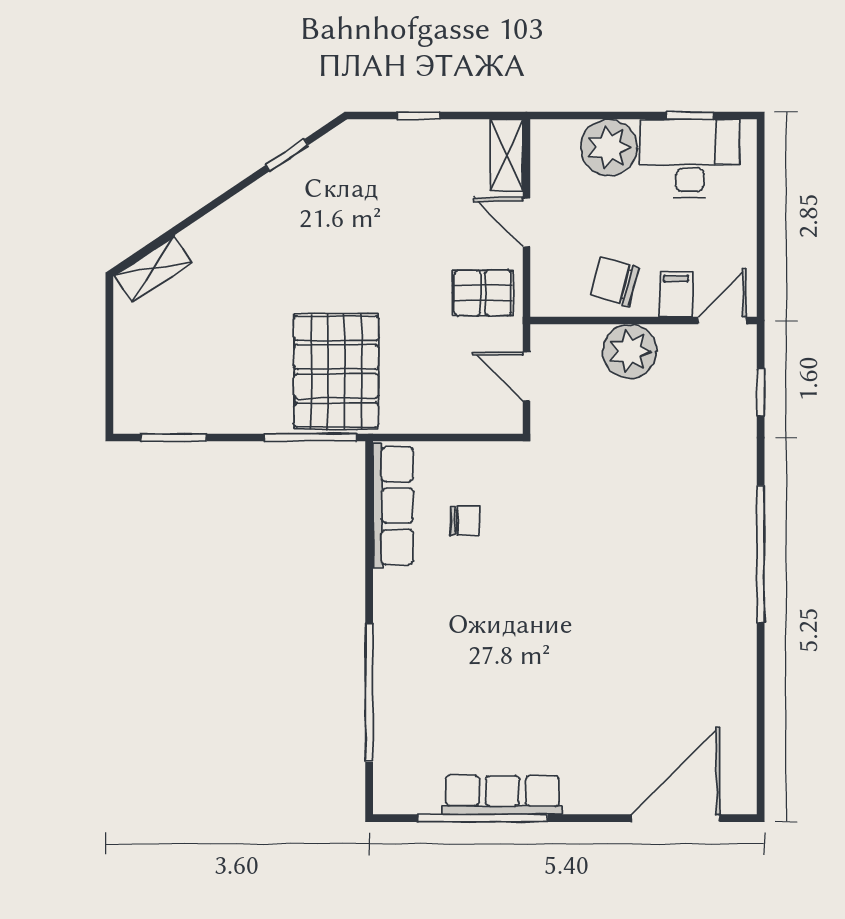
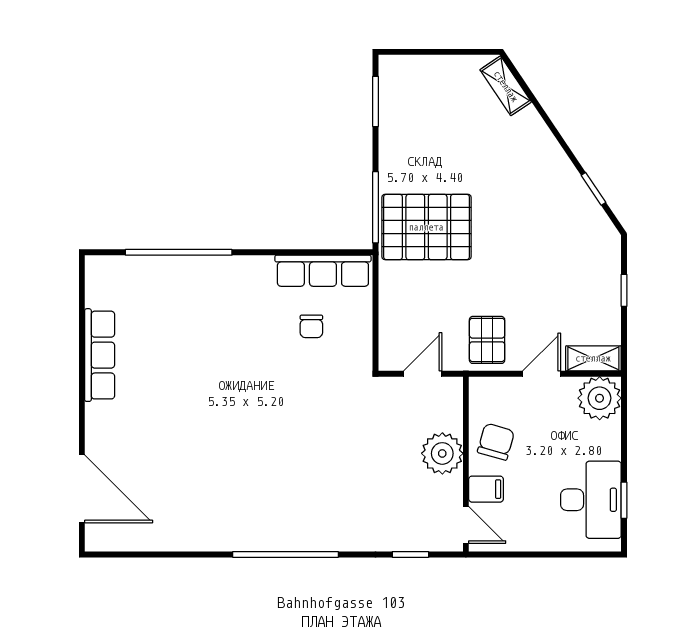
plant: (609, 147) -> (600, 398), moved
window: (482, 818) -> (82, 340), removed

